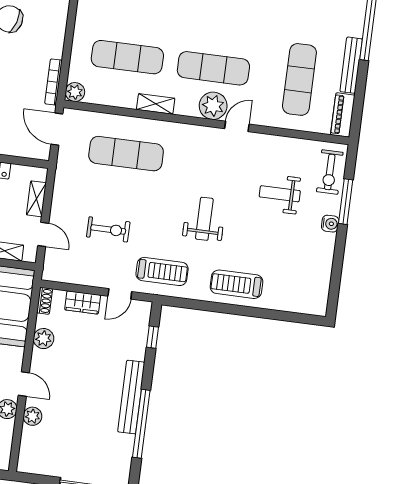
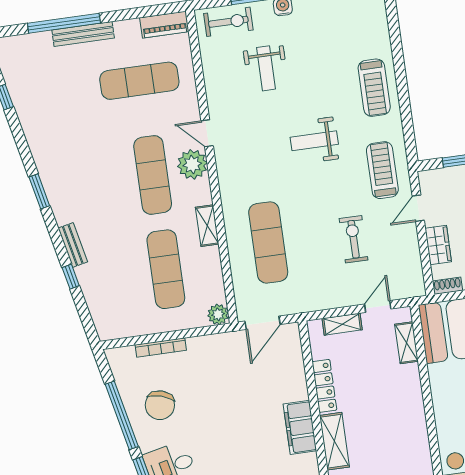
bench: (351, 65) -> (83, 34), moved
bookcase: (54, 82) -> (161, 347), moved
door: (120, 294) -> (418, 208), swing flipped

